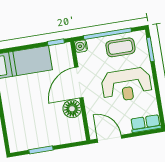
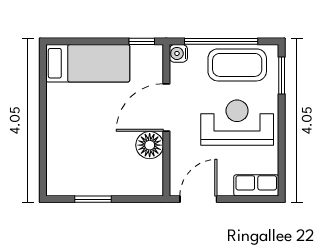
coffee table: (120, 47) -> (237, 65), width x1.36, depth x1.32
reception desk: (126, 85) -> (237, 123), turned 180
door: (109, 139) -> (198, 199), hinge flipped

